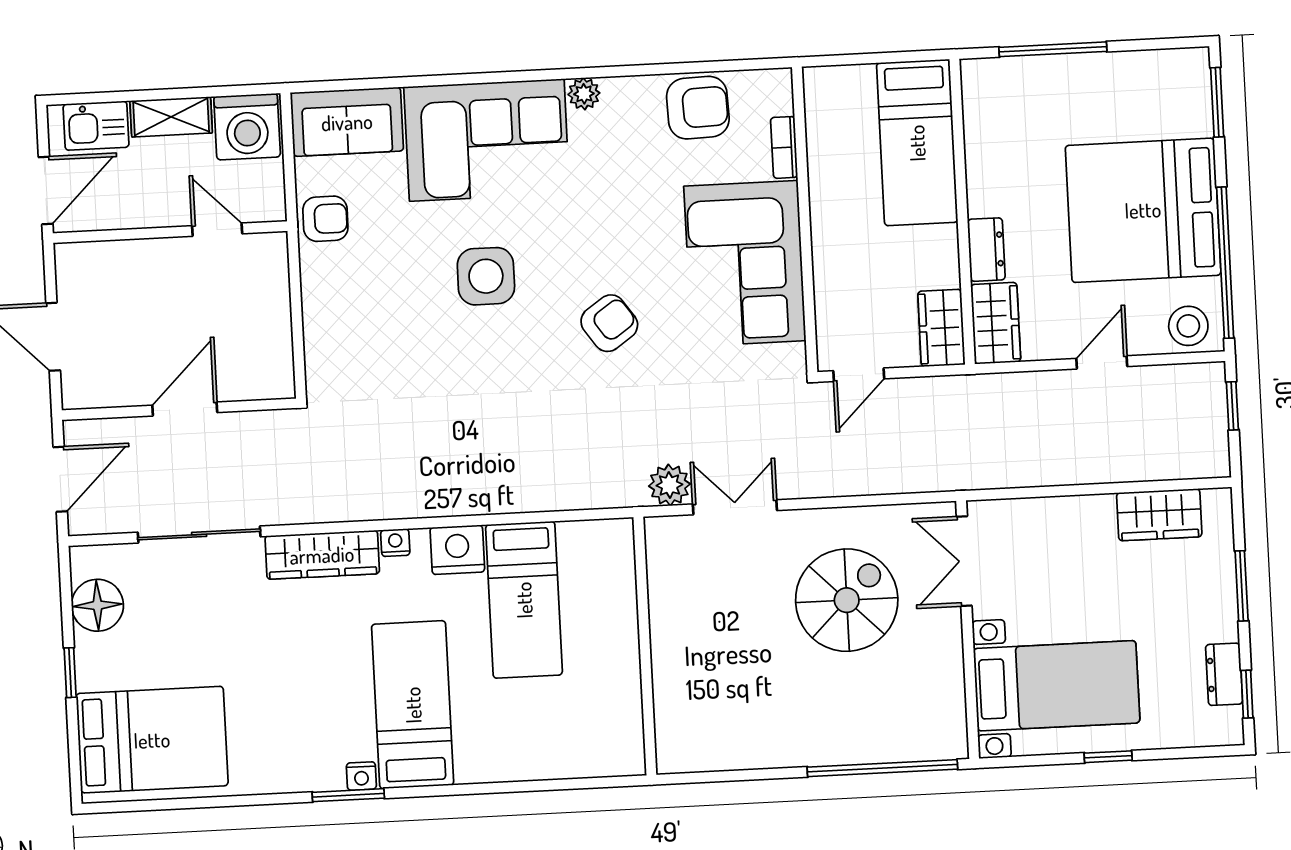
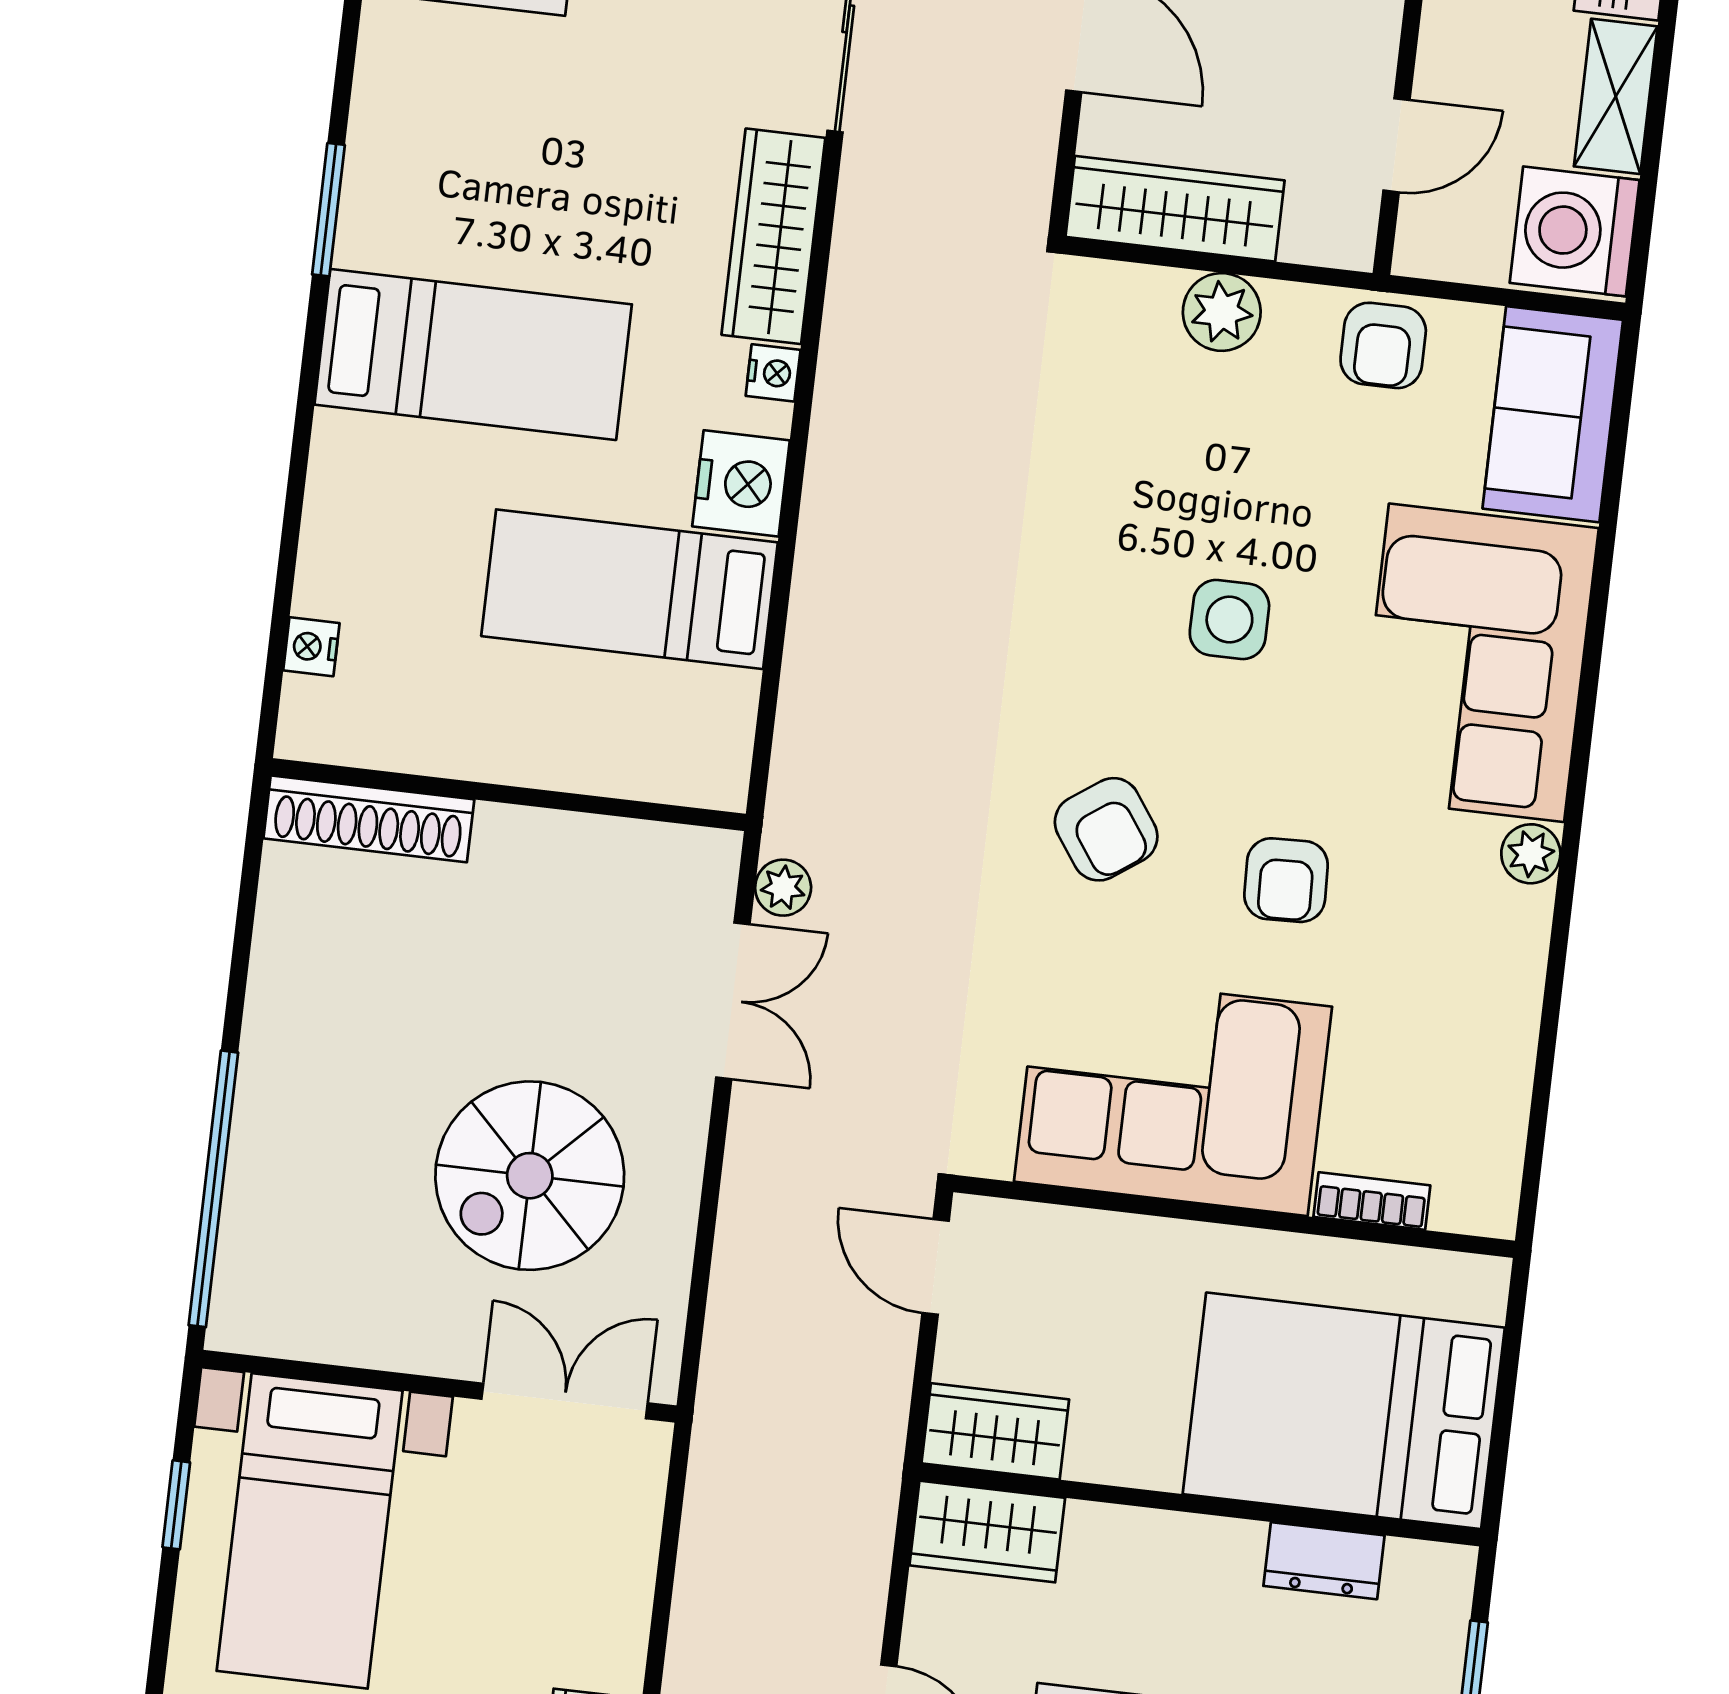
armchair: (698, 108) -> (1286, 880), moved, width x0.72, depth x0.72
bed: (917, 143) -> (1344, 1411), width x1.50
dresser: (986, 250) -> (1324, 1561), moved
side table: (486, 276) -> (1229, 620), width x0.73, depth x0.73
plant: (322, 308) -> (1222, 312), added
wardrobe: (271, 342) -> (1175, 209), added
plant: (669, 485) -> (783, 888), width x0.73, depth x0.73
spiral stairs: (847, 600) -> (530, 1176), turned 90
shoe rack: (670, 718) -> (369, 819), added
window: (1108, 757) -> (176, 1505), moved
nightstand: (361, 776) -> (311, 647), moved

